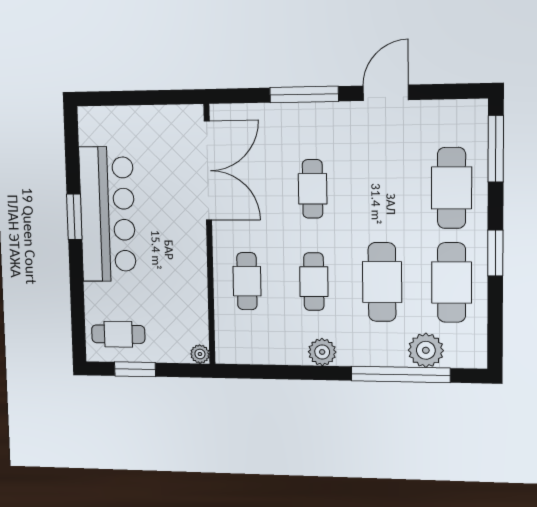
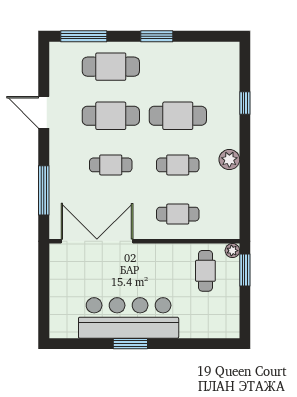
window: (304, 95) -> (44, 190), moved
cafe table: (452, 283) -> (111, 116), moved
cafe table: (118, 334) -> (205, 271), moved
plant: (426, 350) -> (227, 85), removed
window: (135, 369) -> (245, 270), moved
window: (400, 374) -> (245, 103), width x0.32

